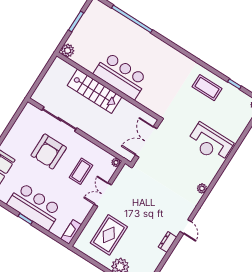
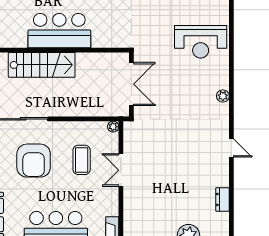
double door: (146, 142) -> (131, 84), swing flipped
rug: (109, 235) -> (155, 209), removed
dresser: (168, 242) -> (222, 199), moved

